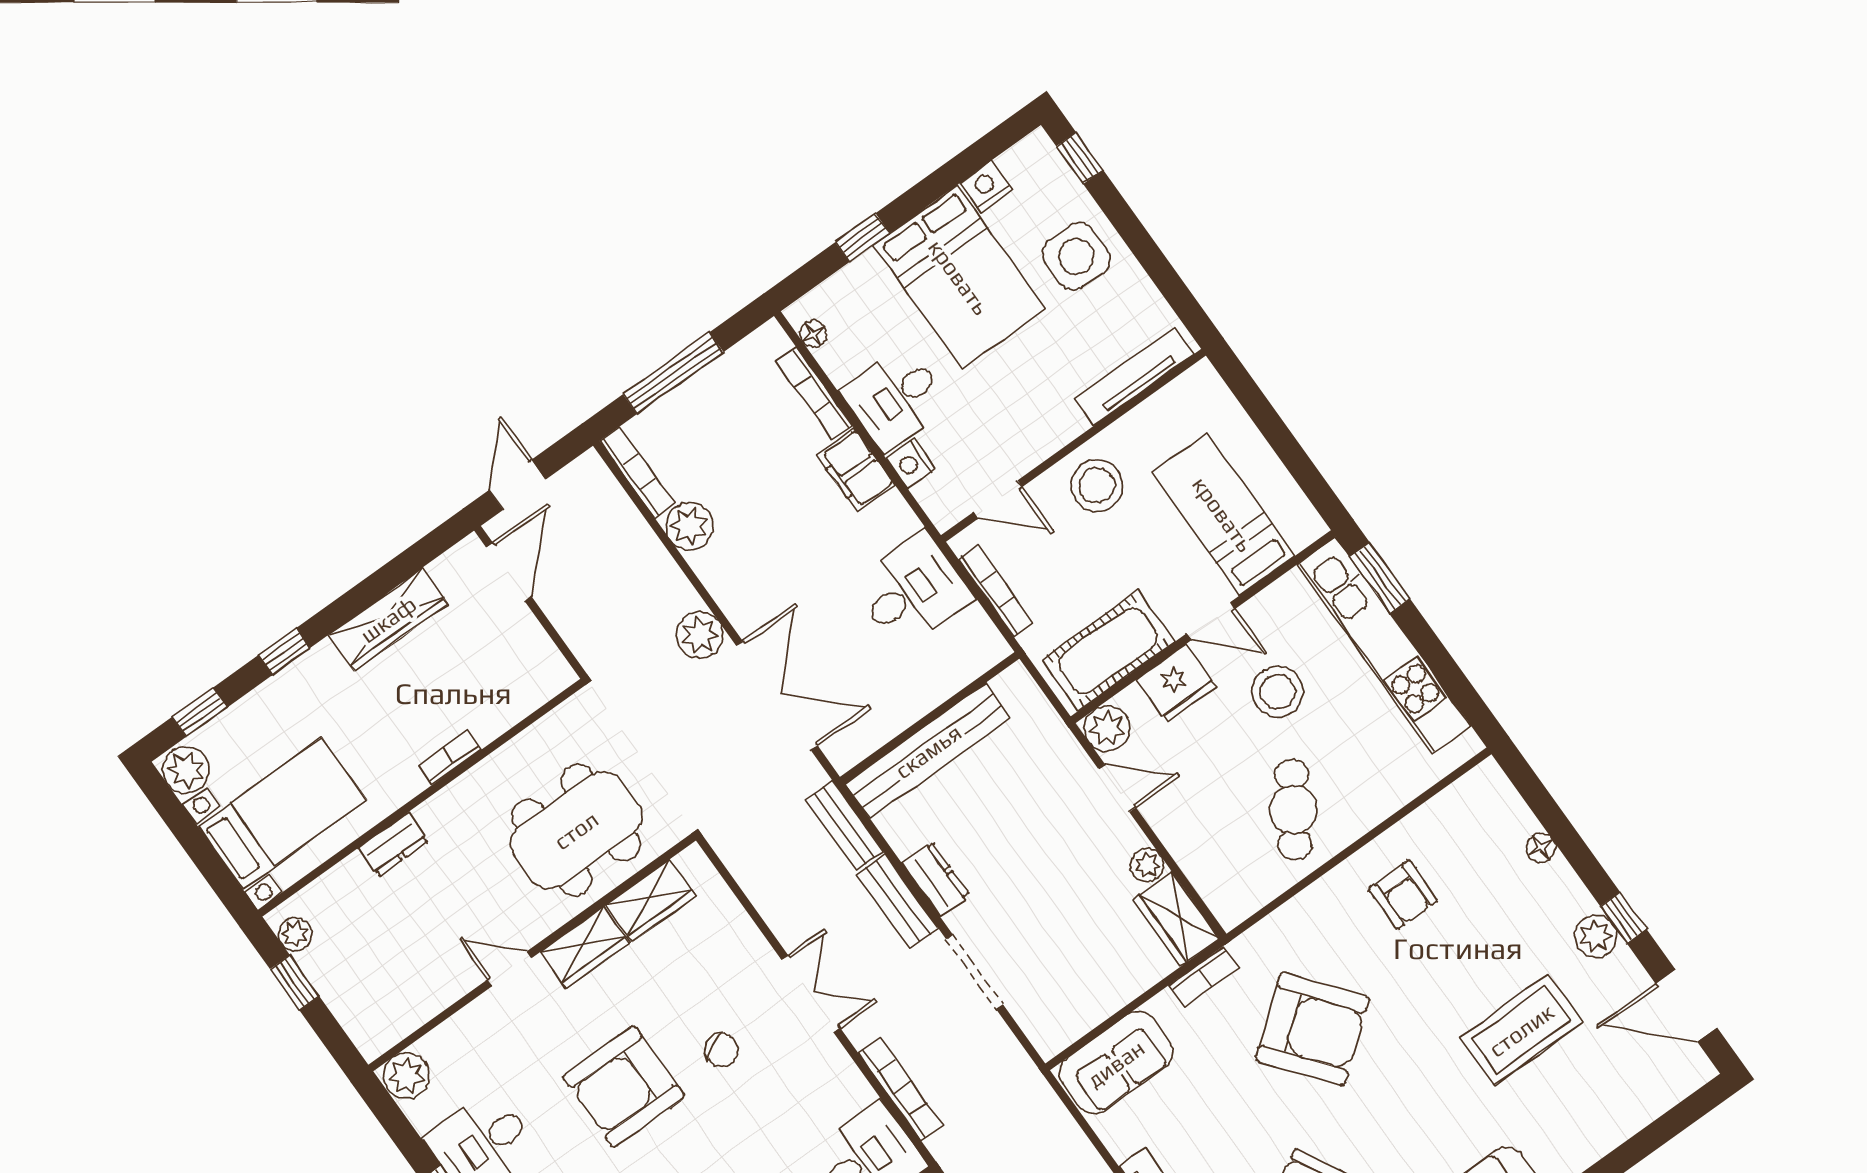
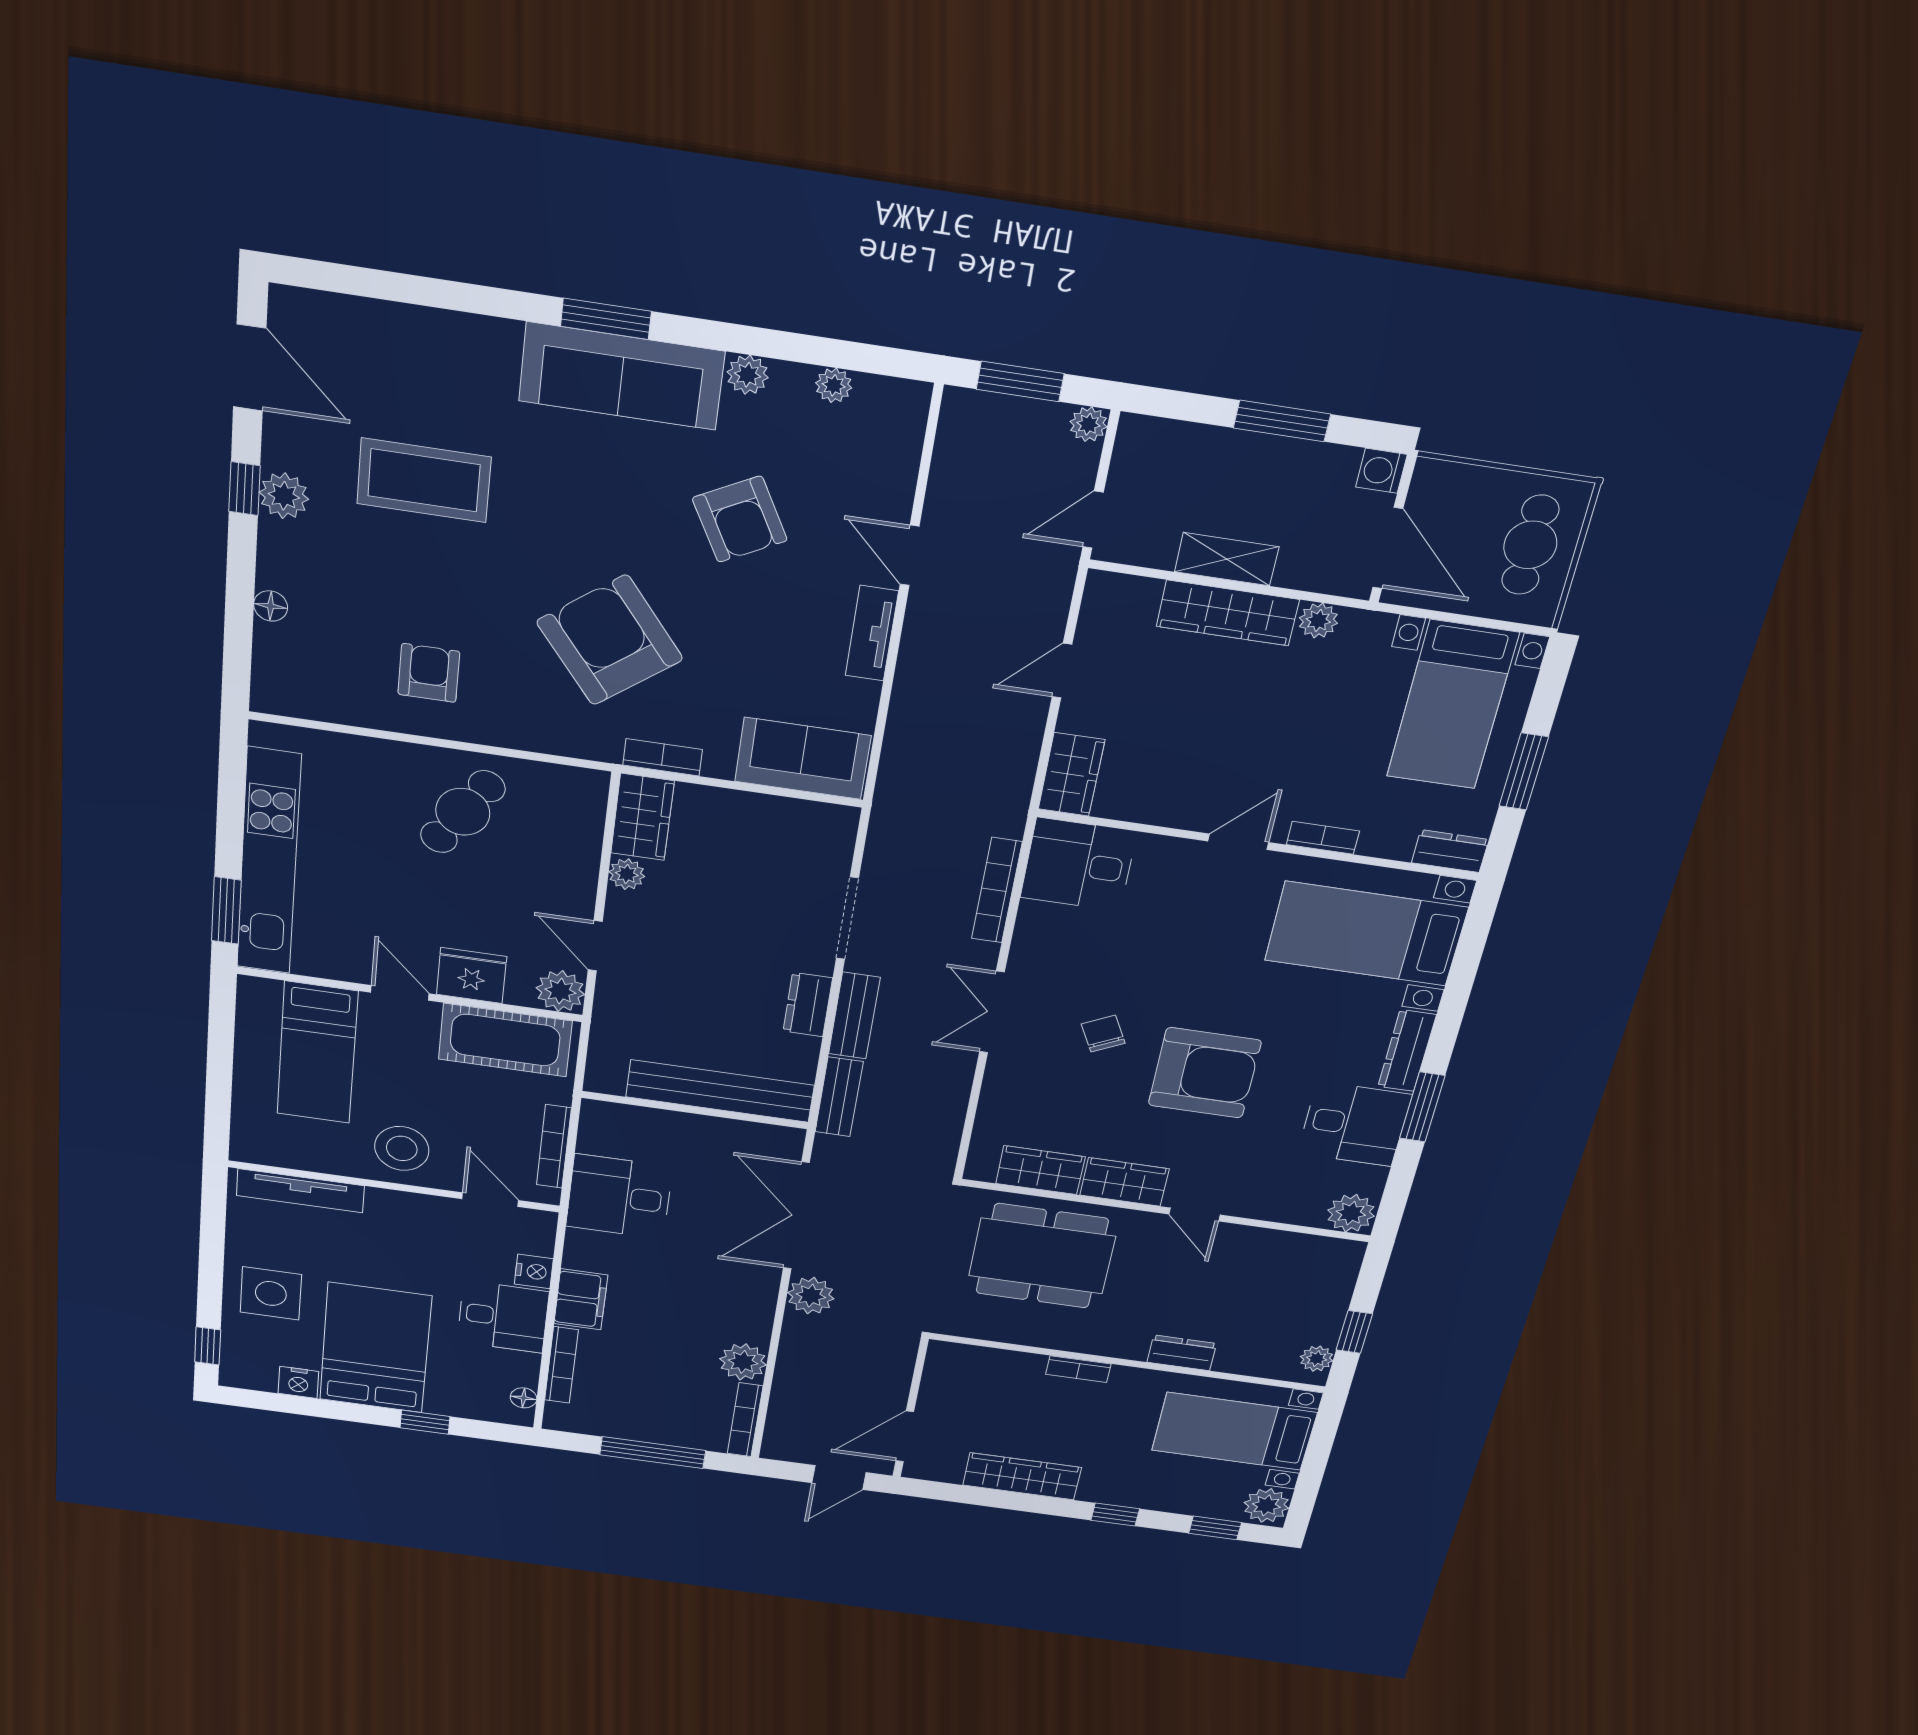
stool: (1278, 692) -> (392, 903), removed

